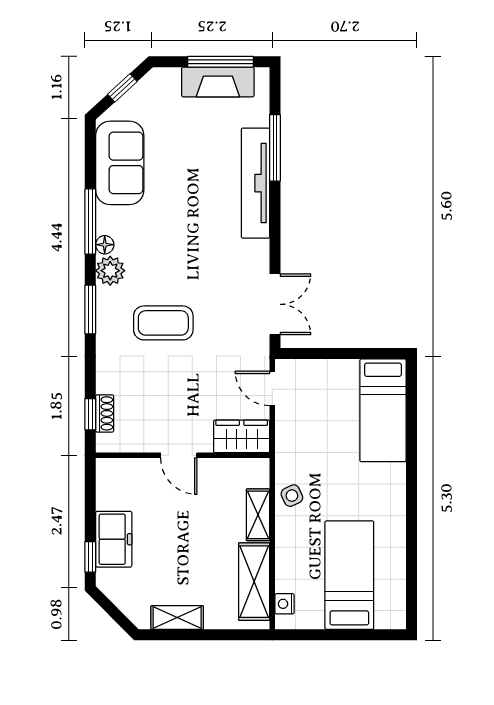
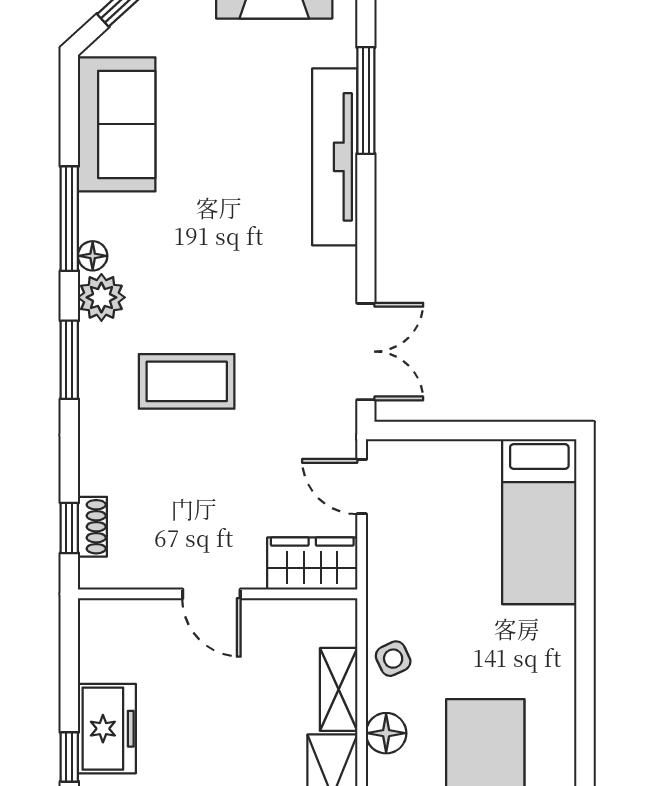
floor lamp: (288, 542) -> (386, 733), added

